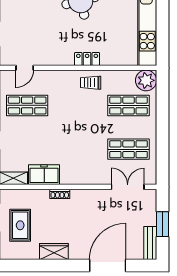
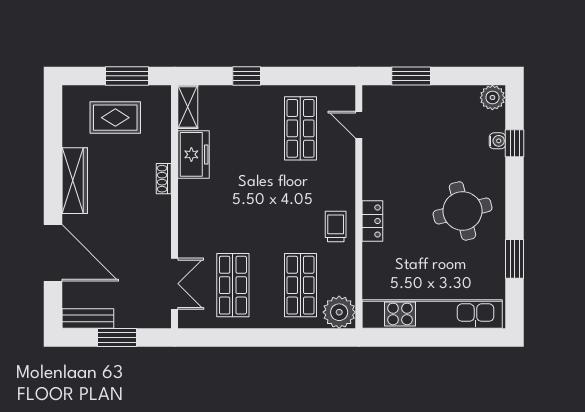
wardrobe: (54, 251) -> (75, 181), width x1.50

